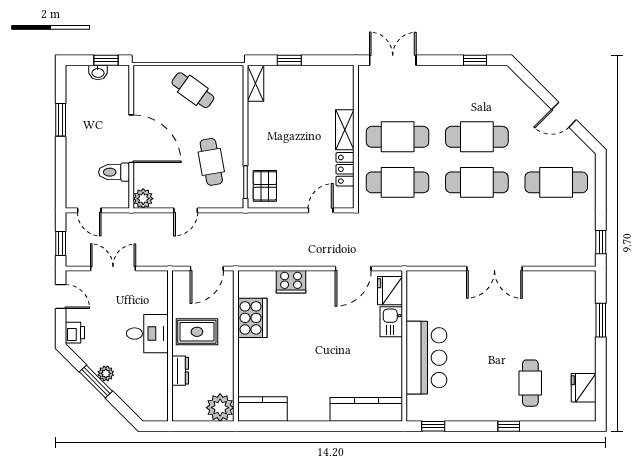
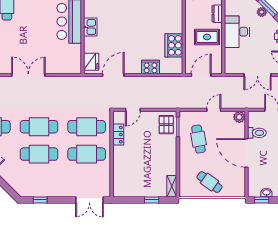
shelving: (345, 130) -> (118, 158), removed
kitchen sink: (391, 322) -> (90, 27), moved
desk: (147, 334) -> (237, 32), width x1.37

